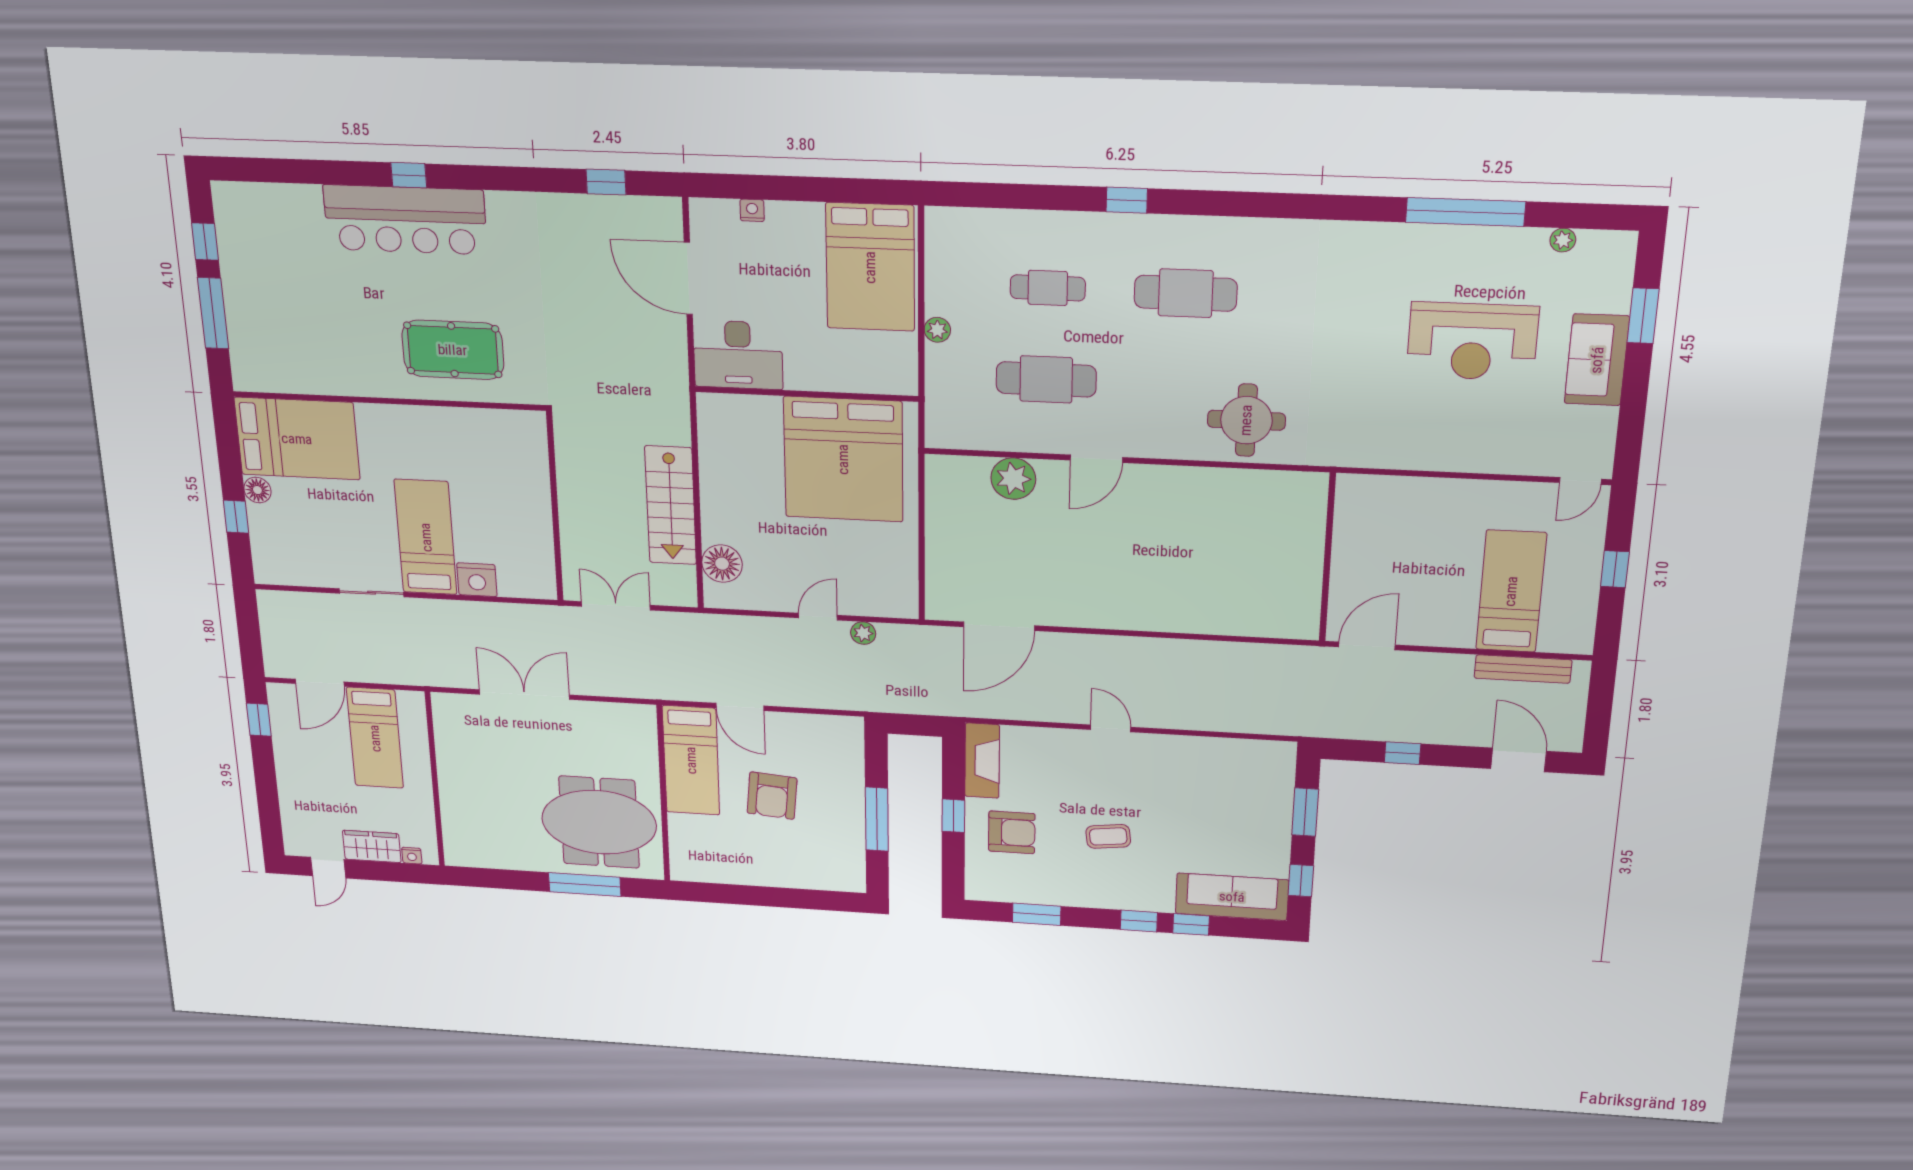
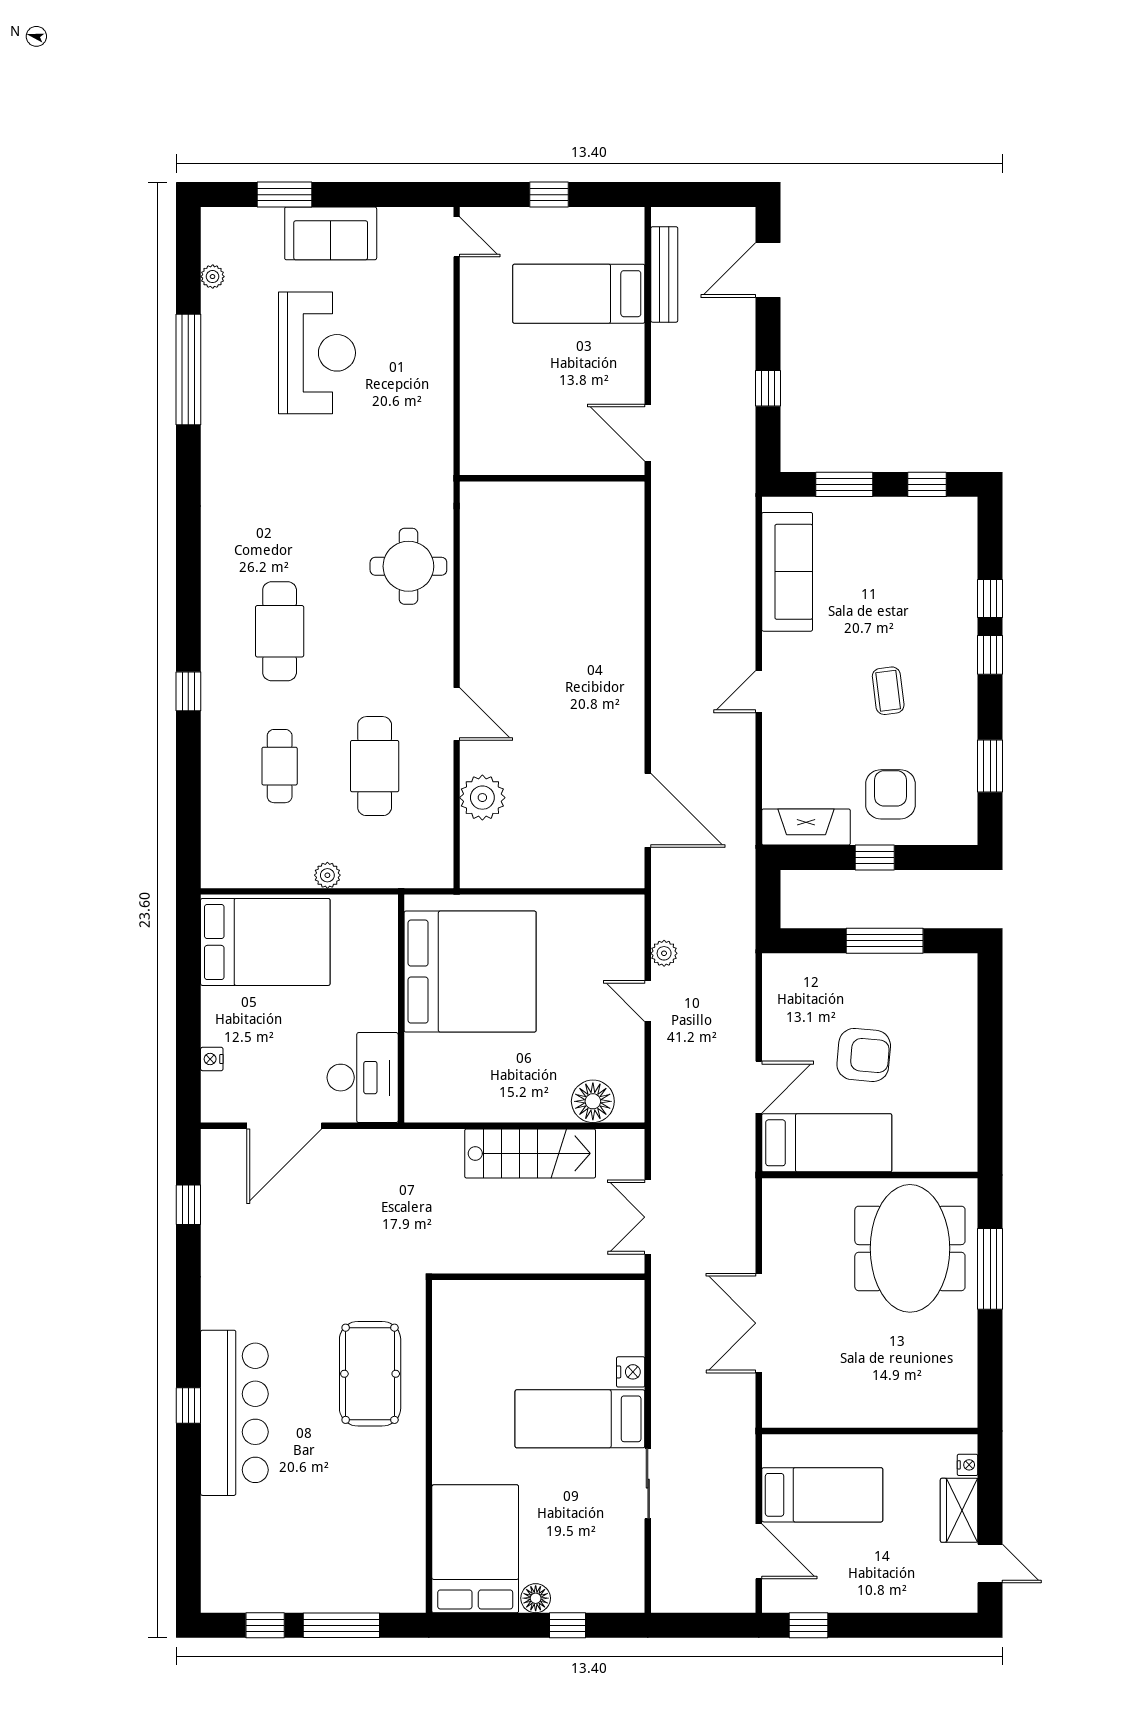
nightstand: (477, 580) -> (631, 1372), width x0.74, depth x0.75
sofa: (1232, 897) -> (787, 572), moved, turned 180

